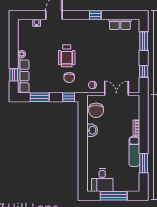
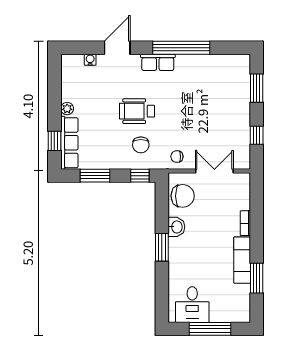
window: (95, 15) -> (181, 48), width x3.17
row of seats: (120, 24) -> (158, 62), moved
wheelchair: (67, 56) -> (137, 111), turned 90
chair: (96, 110) -> (183, 196), turned -90
window: (83, 143) -> (162, 247), added

